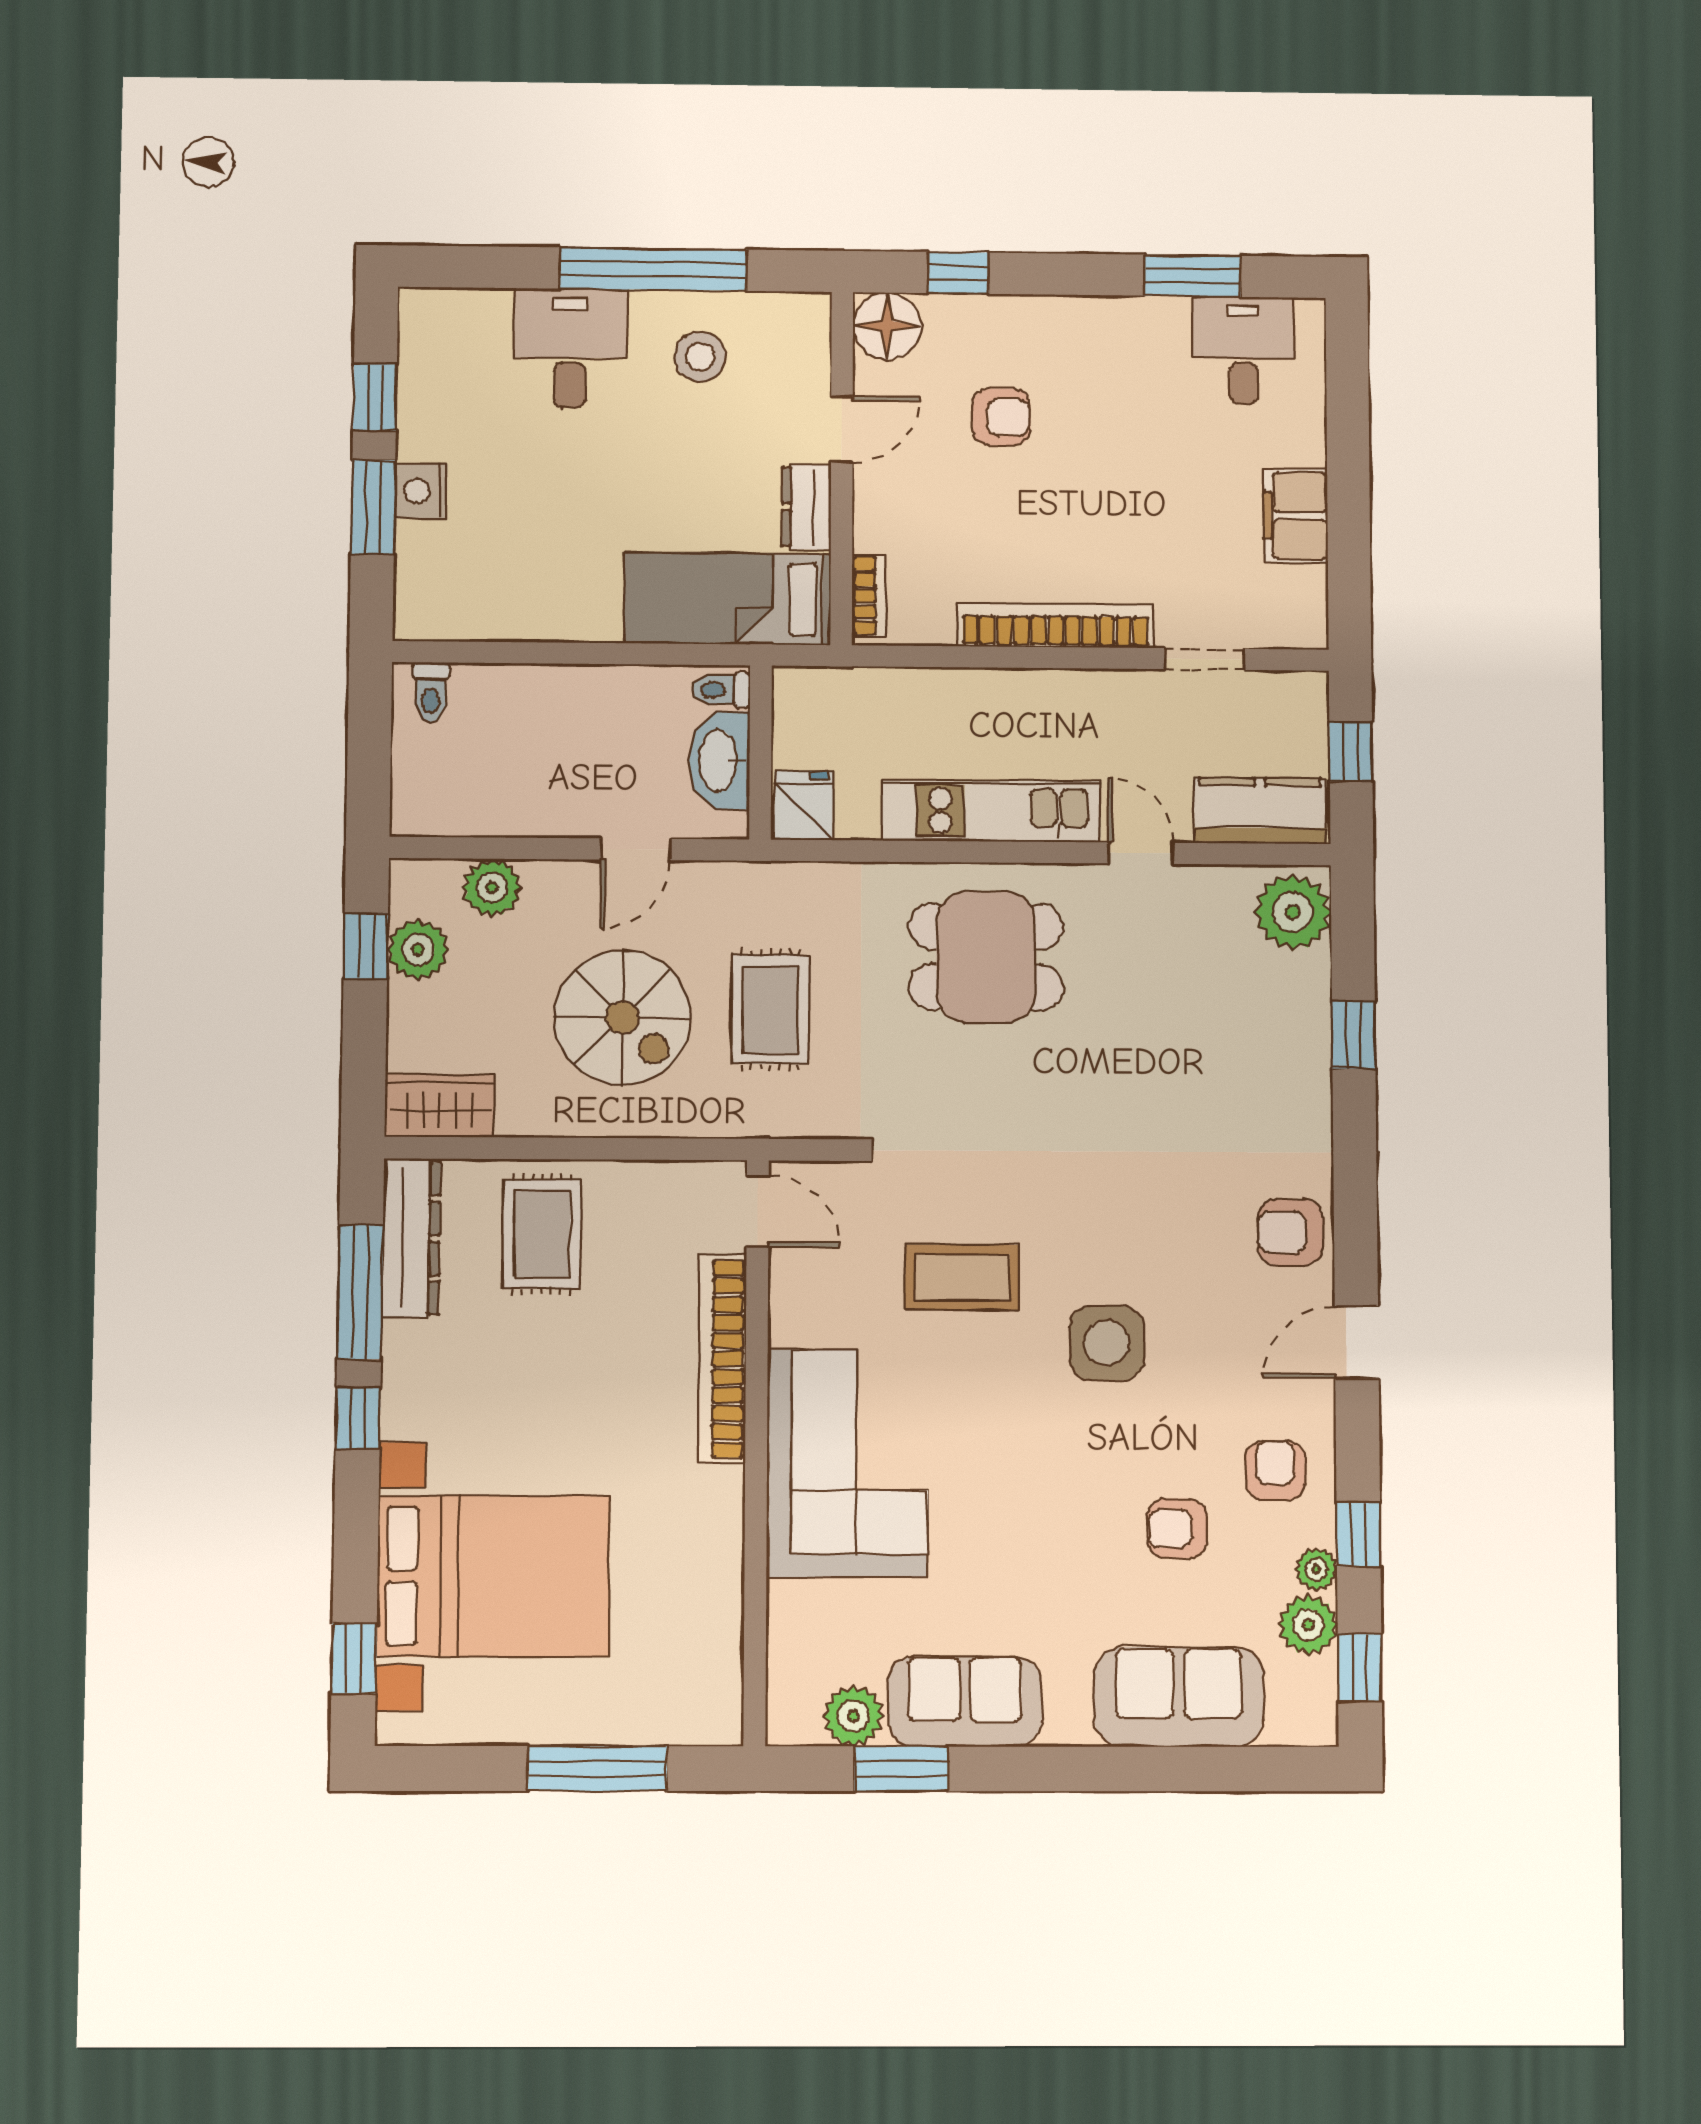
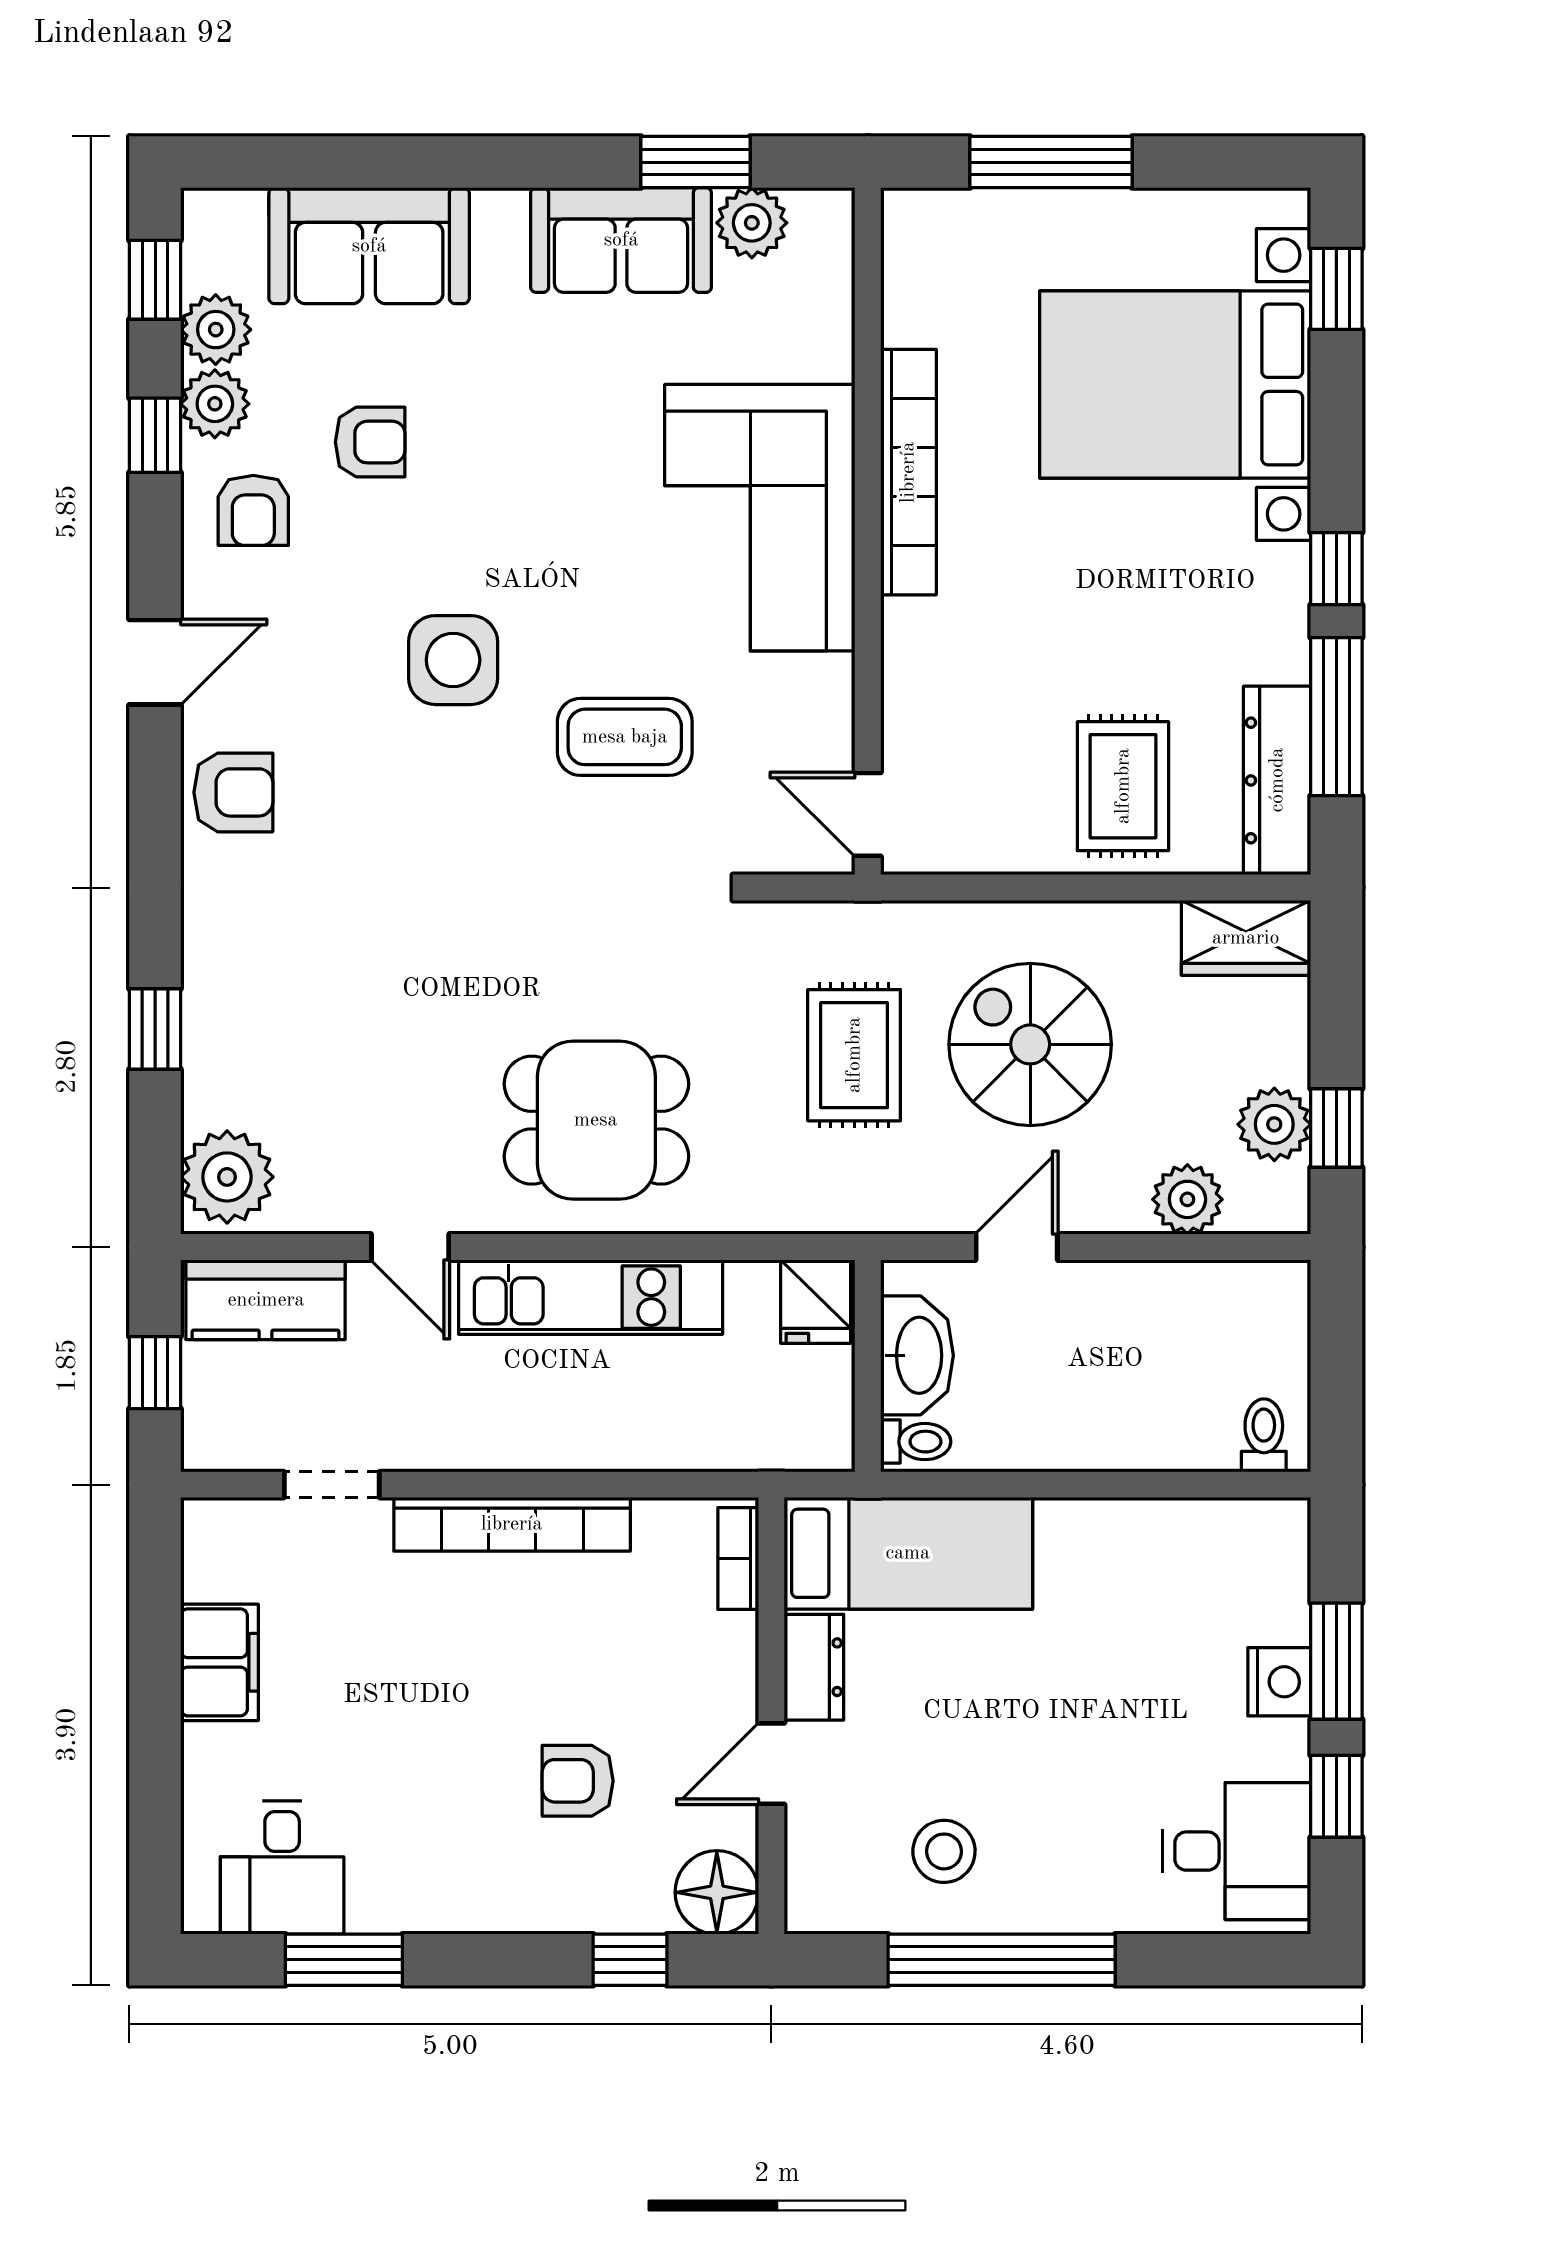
desk: (570, 348) -> (1237, 1851), moved, turned -90
bookcase: (722, 1359) -> (908, 472), moved
plant: (1316, 1569) -> (215, 404), width x1.38, depth x1.38

